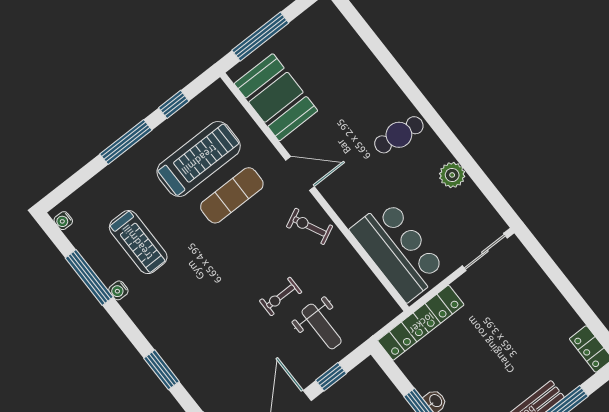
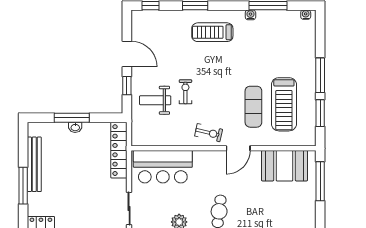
window: (174, 104) -> (320, 113), width x1.50
exercise bike: (310, 226) -> (209, 133), turned 39
treadmill: (138, 242) -> (212, 32), moved

